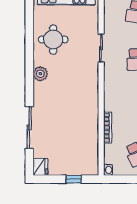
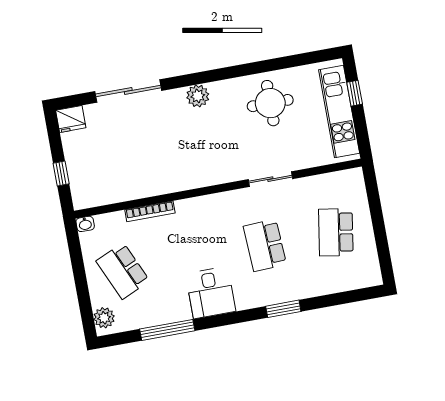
plant: (40, 74) -> (198, 96), moved

